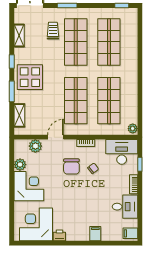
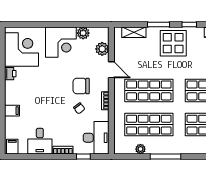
window: (140, 85) -> (165, 156), added
plant: (133, 129) -> (140, 149), moved

